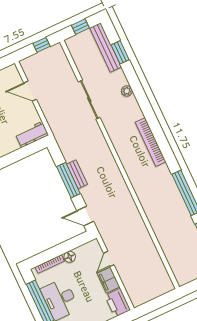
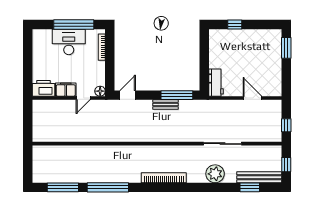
door: (30, 91) -> (252, 98), hinge flipped
plant: (127, 91) -> (215, 174), width x1.88, depth x1.88
window: (68, 180) -> (177, 95), moved
floor lamp: (70, 257) -> (100, 91), moved
door: (109, 259) -> (83, 98), swing flipped

